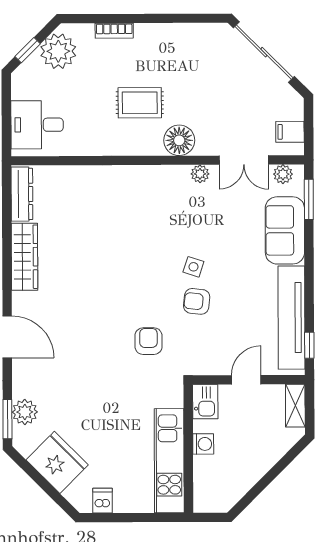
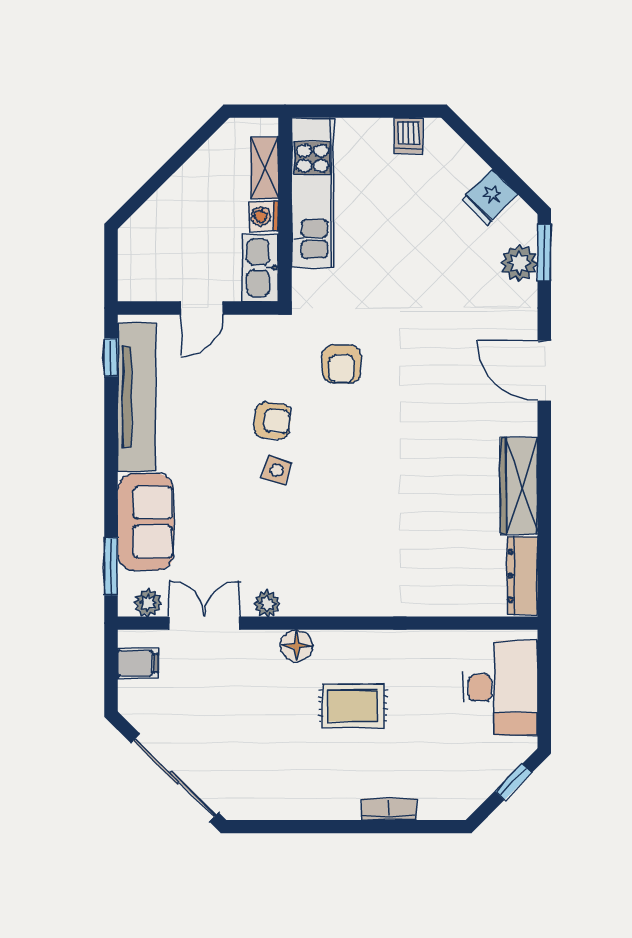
plant: (58, 51) -> (470, 780), removed
desk: (37, 125) -> (500, 688), width x1.37
floor lamp: (179, 140) -> (297, 646), width x0.73, depth x0.73
kitchen sink: (205, 402) -> (261, 268), width x1.38
shelving: (295, 406) -> (265, 168), moved
fridge: (57, 462) -> (490, 197), width x0.53, depth x0.75

